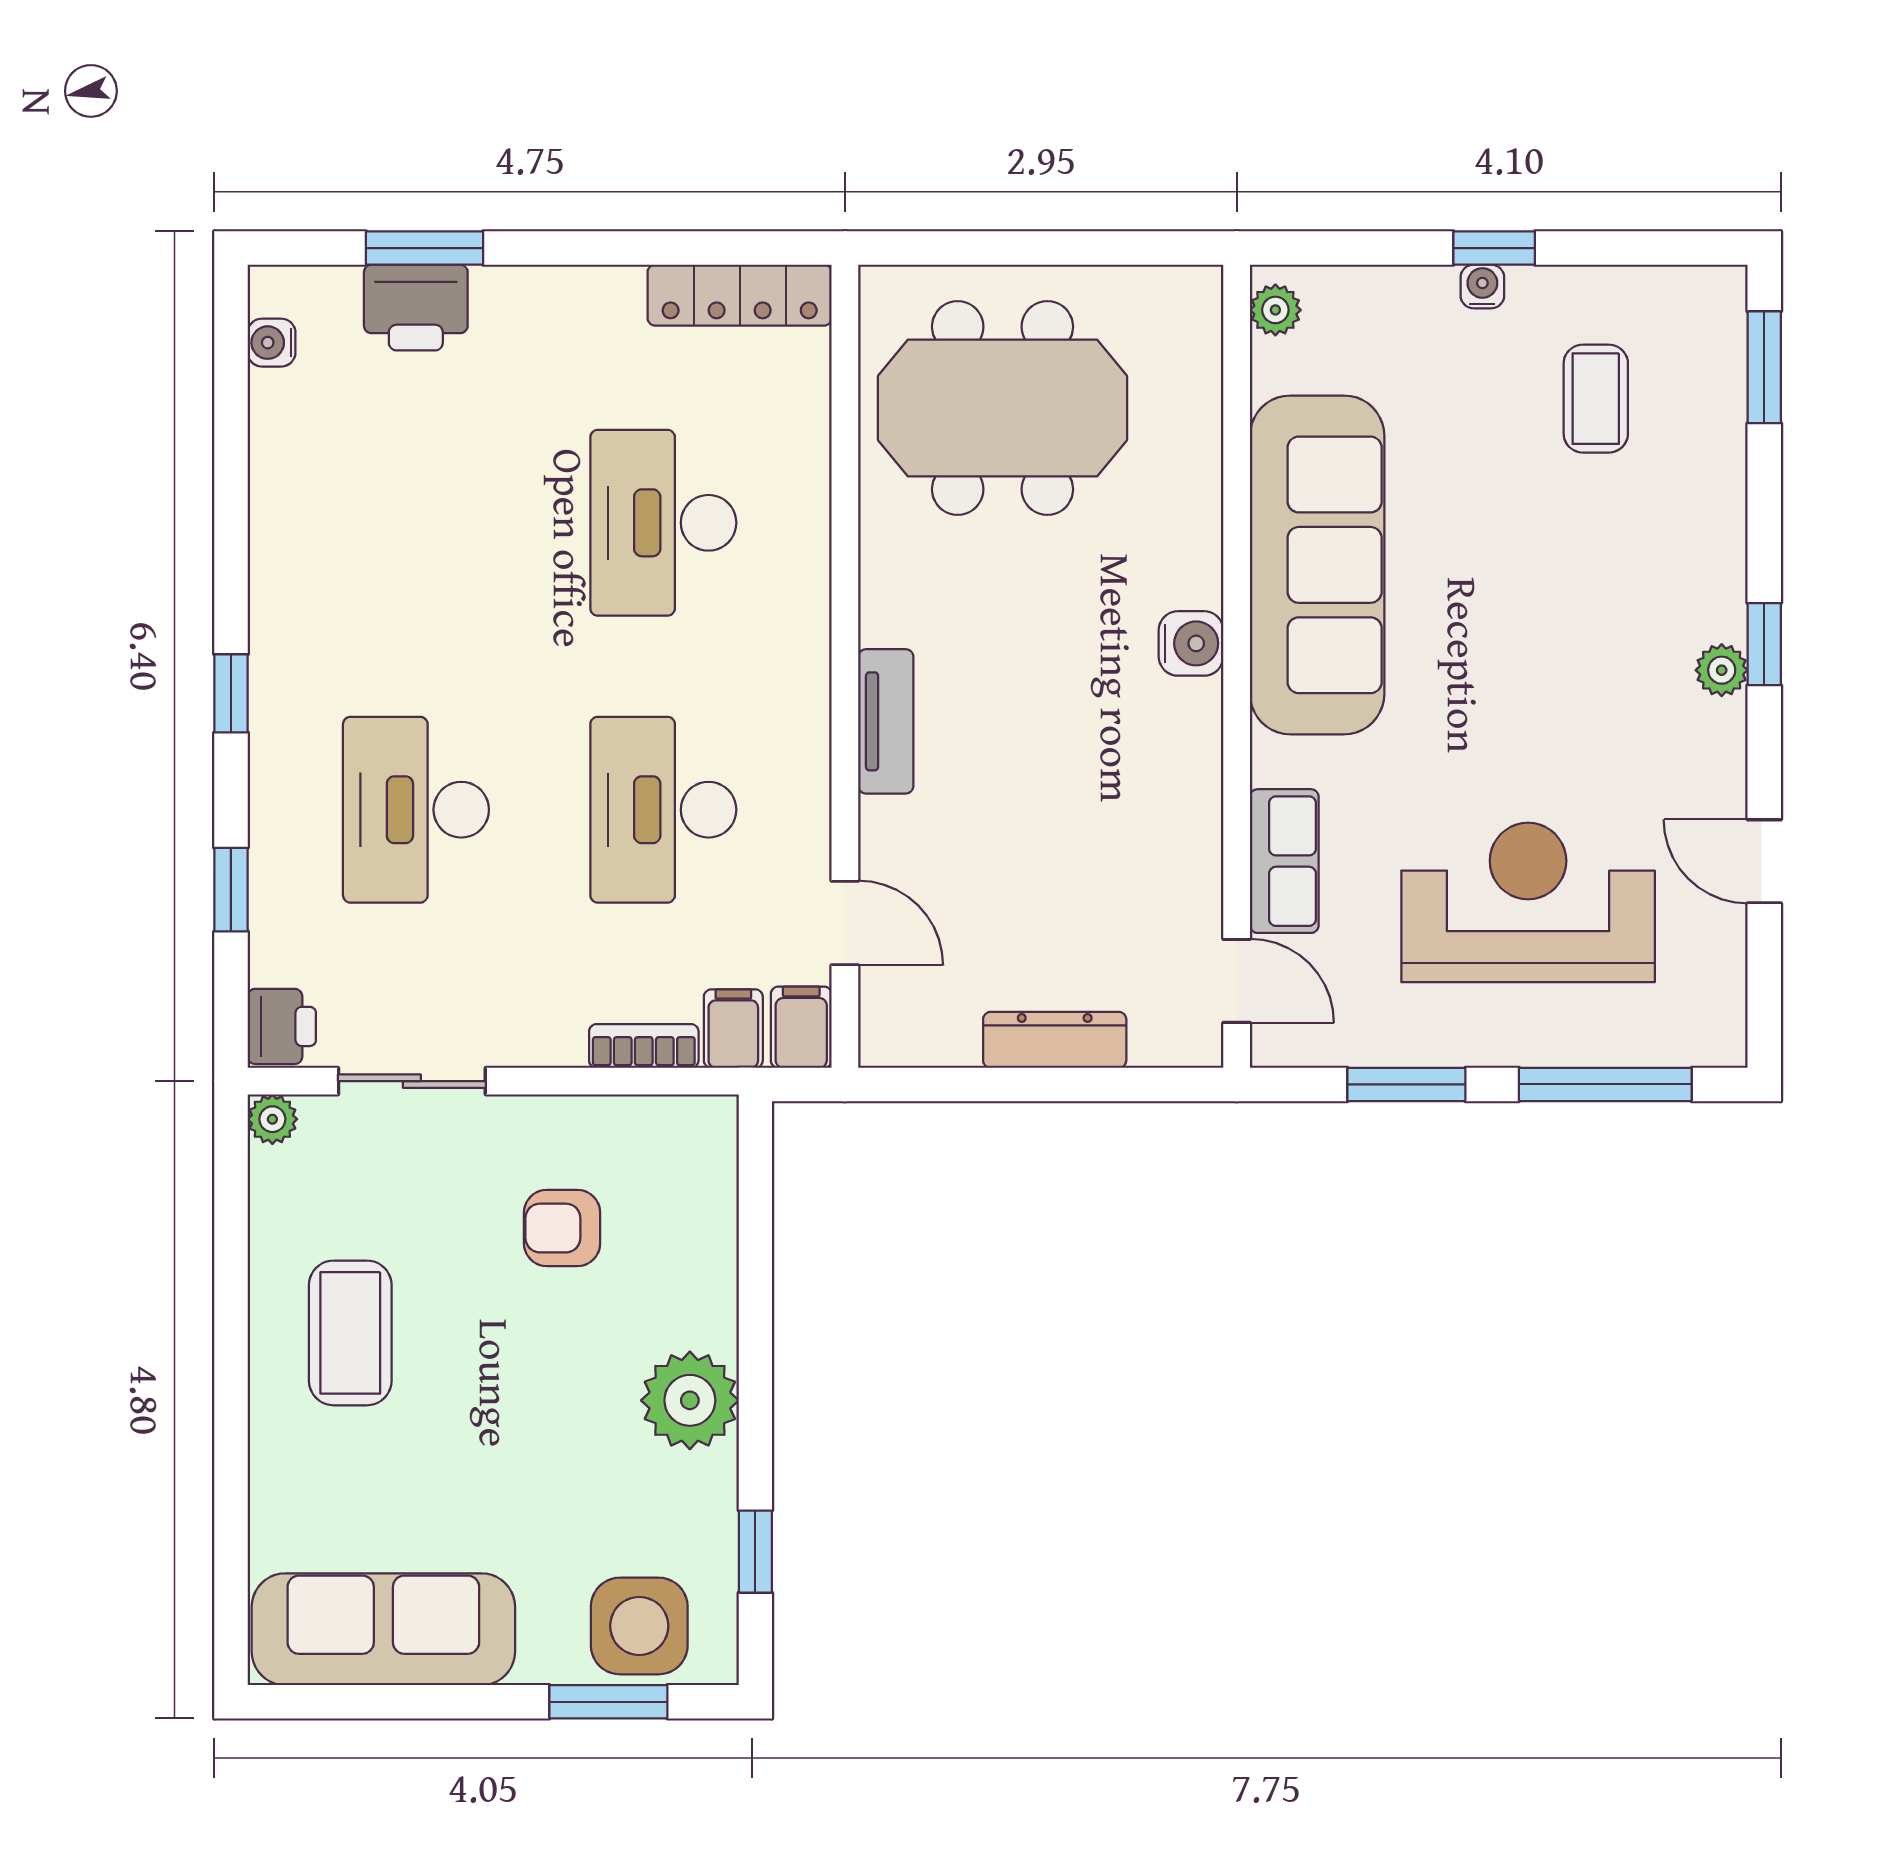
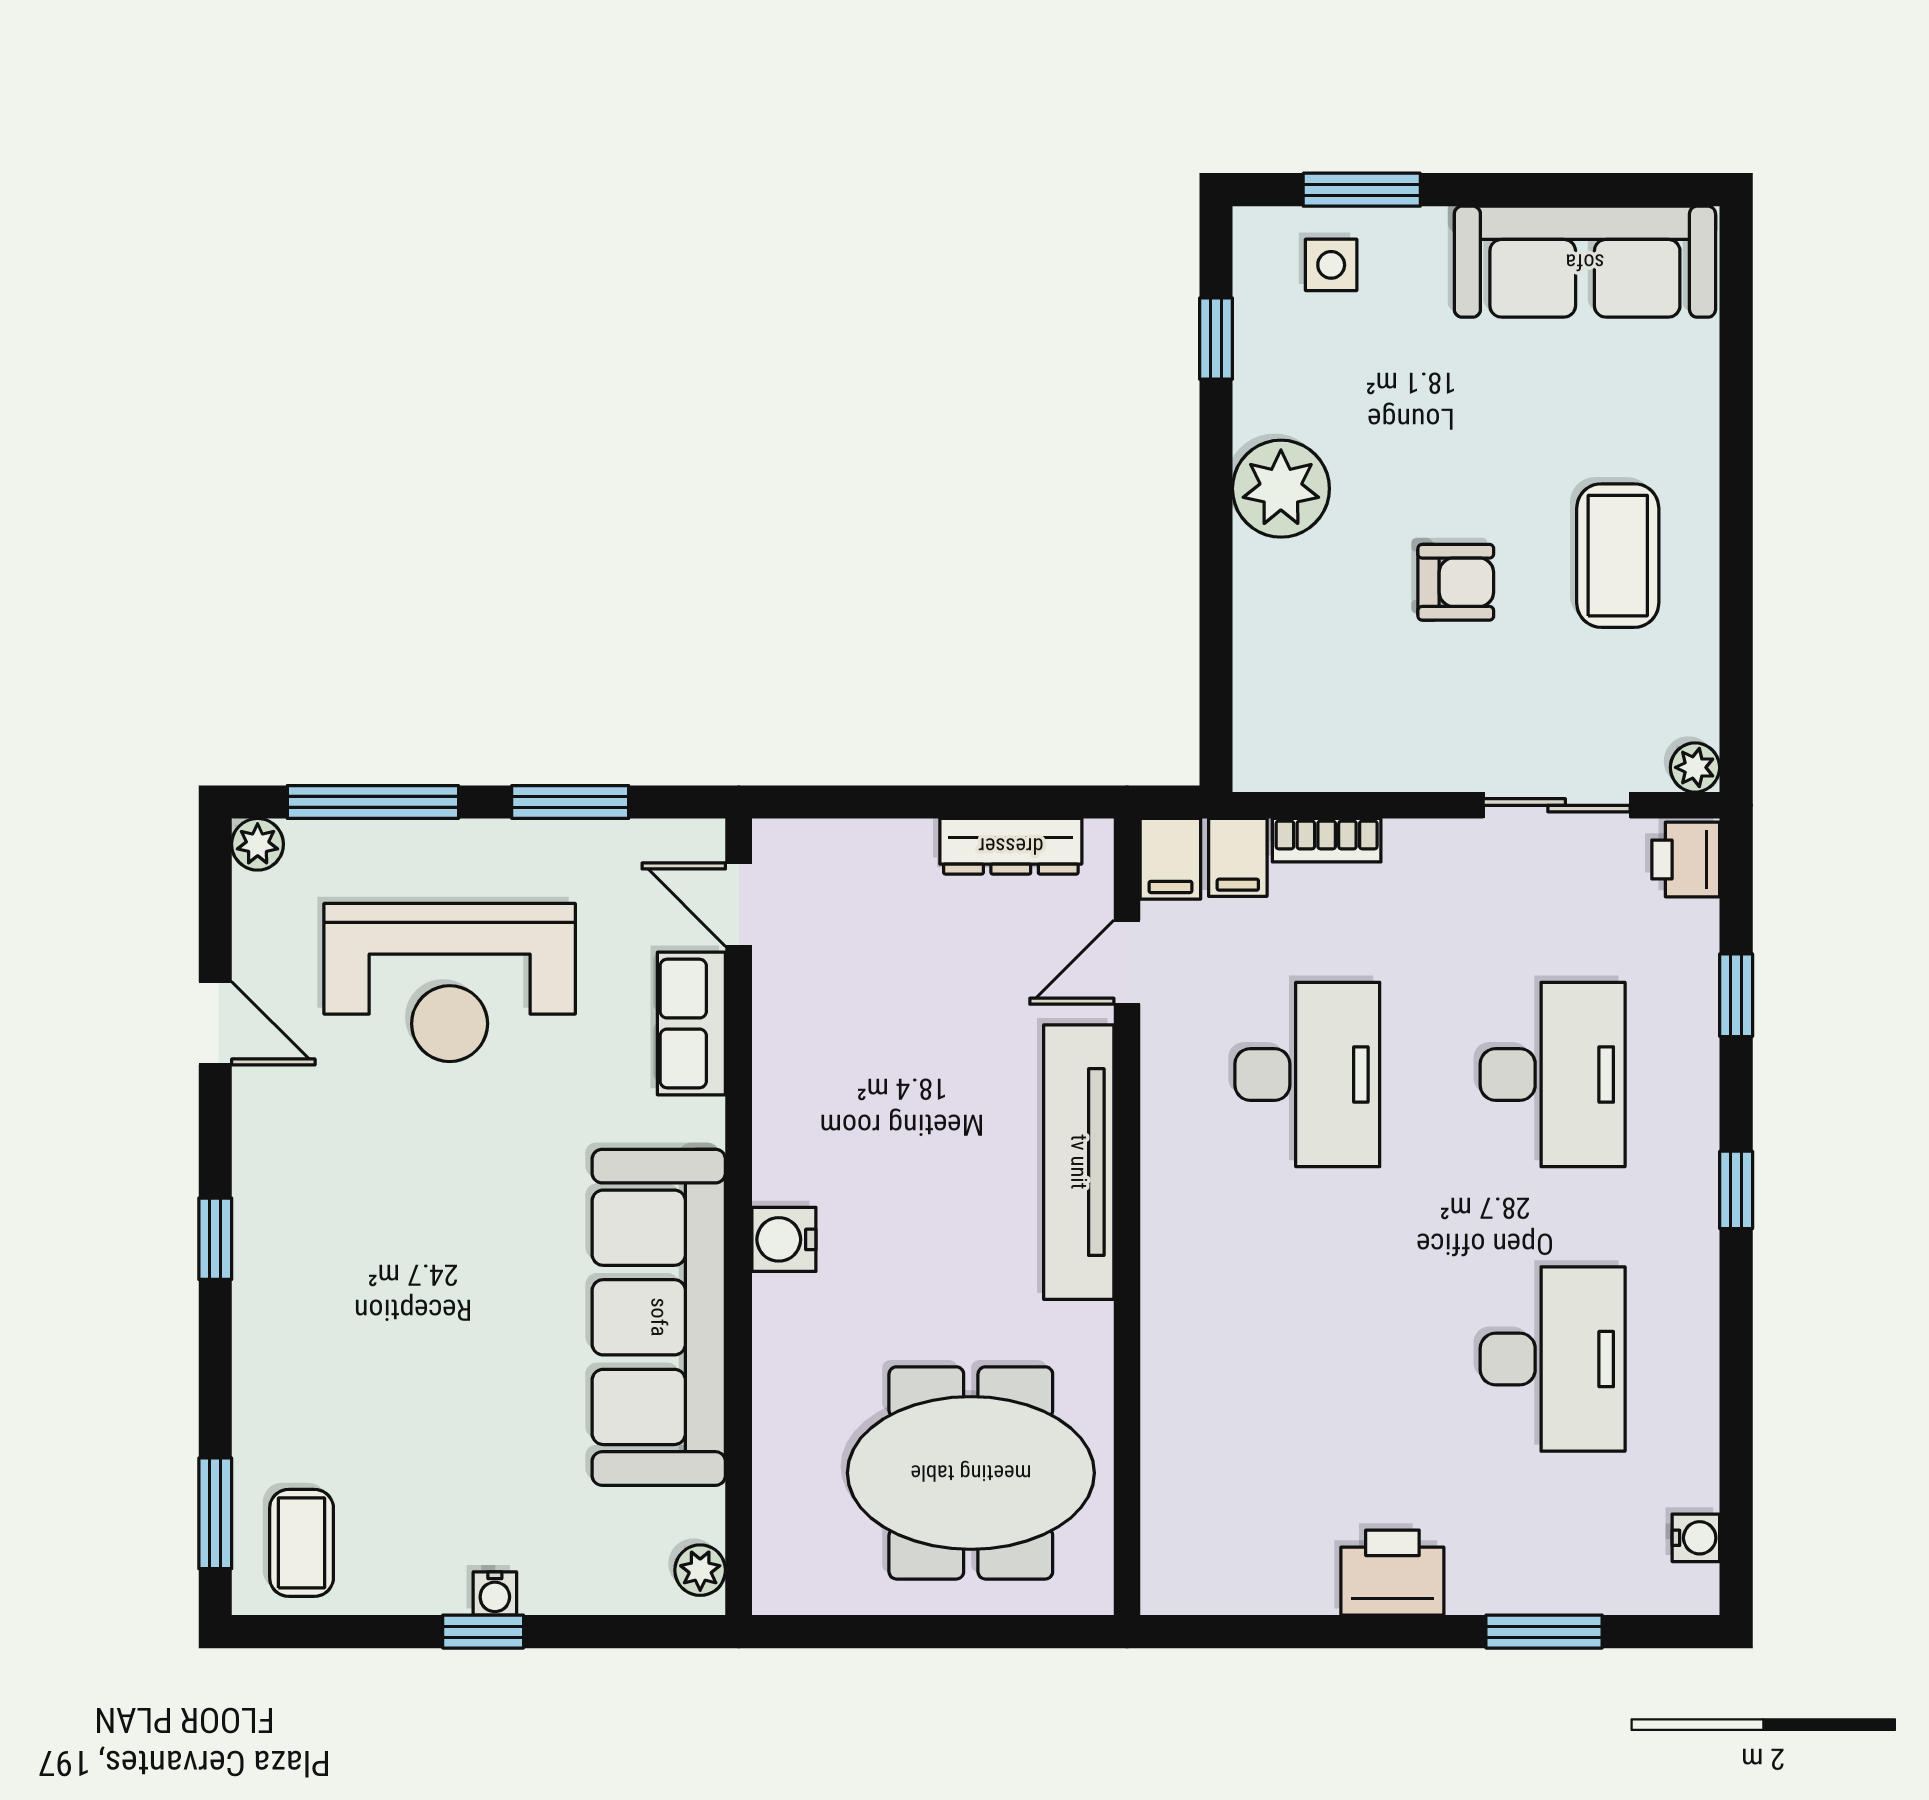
locker: (740, 295) -> (1232, 1585), removed
printer: (416, 308) -> (1392, 1573), moved
coffee table: (1596, 399) -> (302, 1543), moved
desk: (663, 523) -> (1553, 1359), moved
plant: (1722, 670) -> (258, 844), moved
tv unit: (886, 721) -> (1079, 1162), width x1.92, depth x1.29
door: (845, 923) -> (1127, 962), hinge flipped
dresser: (1055, 1040) -> (1011, 846), moved
armchair: (562, 1228) -> (1456, 582), moved
side table: (639, 1626) -> (1331, 265), width x0.54, depth x0.54

